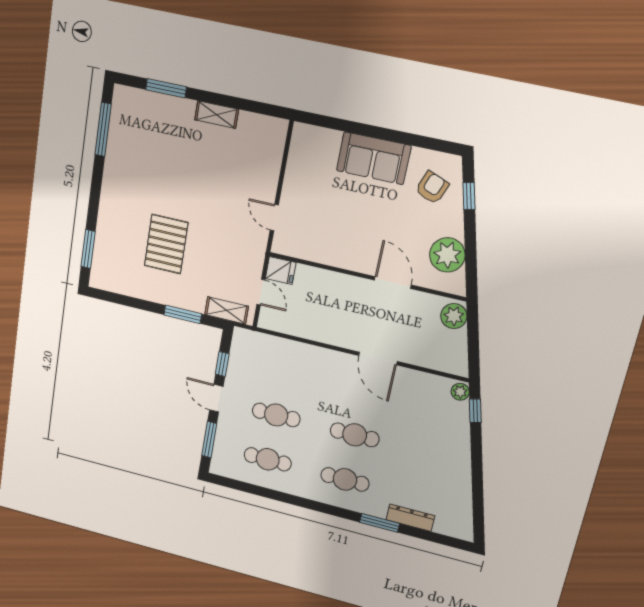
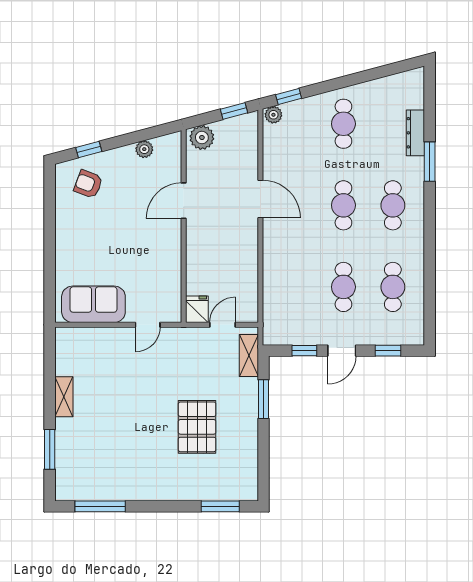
sofa: (374, 158) -> (93, 304), moved, turned -90
pallet: (166, 244) -> (197, 427), turned 90
plant: (447, 255) -> (144, 149), width x0.53, depth x0.53
window: (474, 354) -> (234, 111), added
door: (378, 359) -> (260, 199), hinge flipped
window: (209, 440) -> (388, 351), width x0.67
cafe table: (435, 455) -> (343, 124), added

